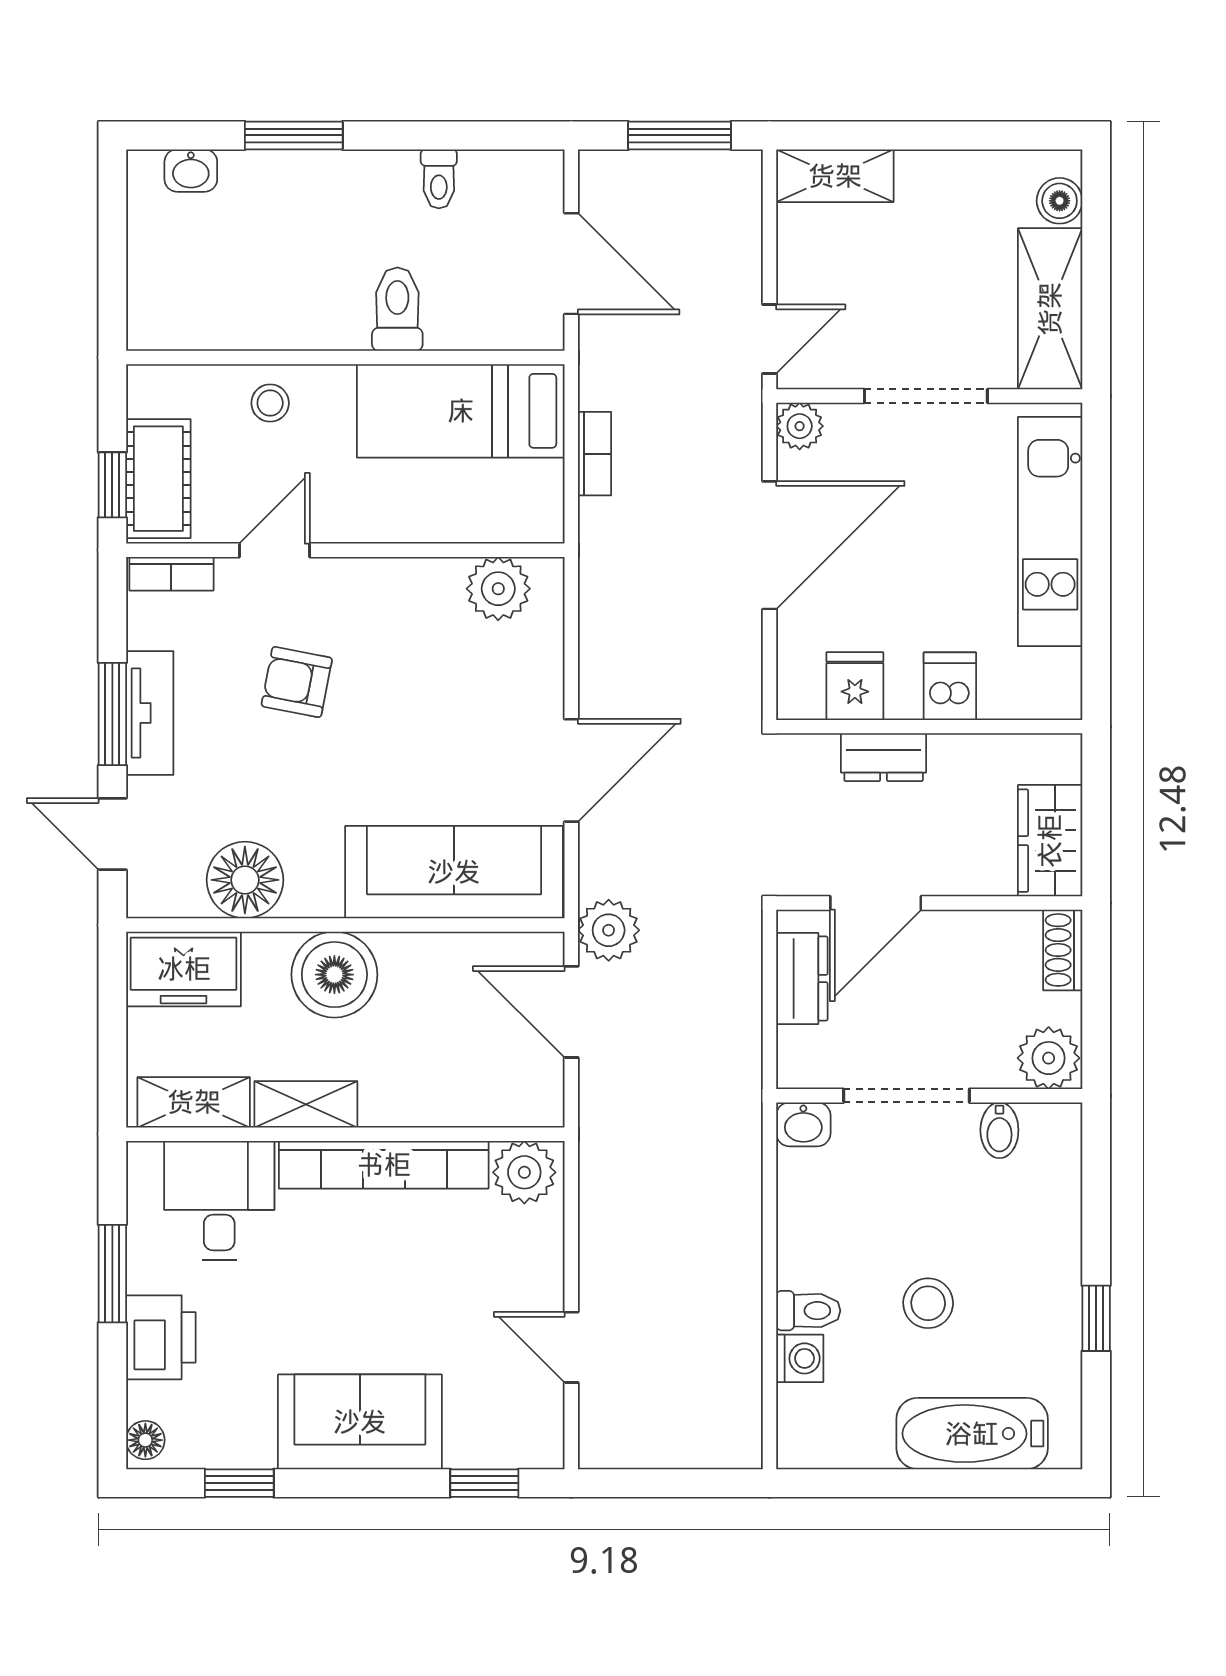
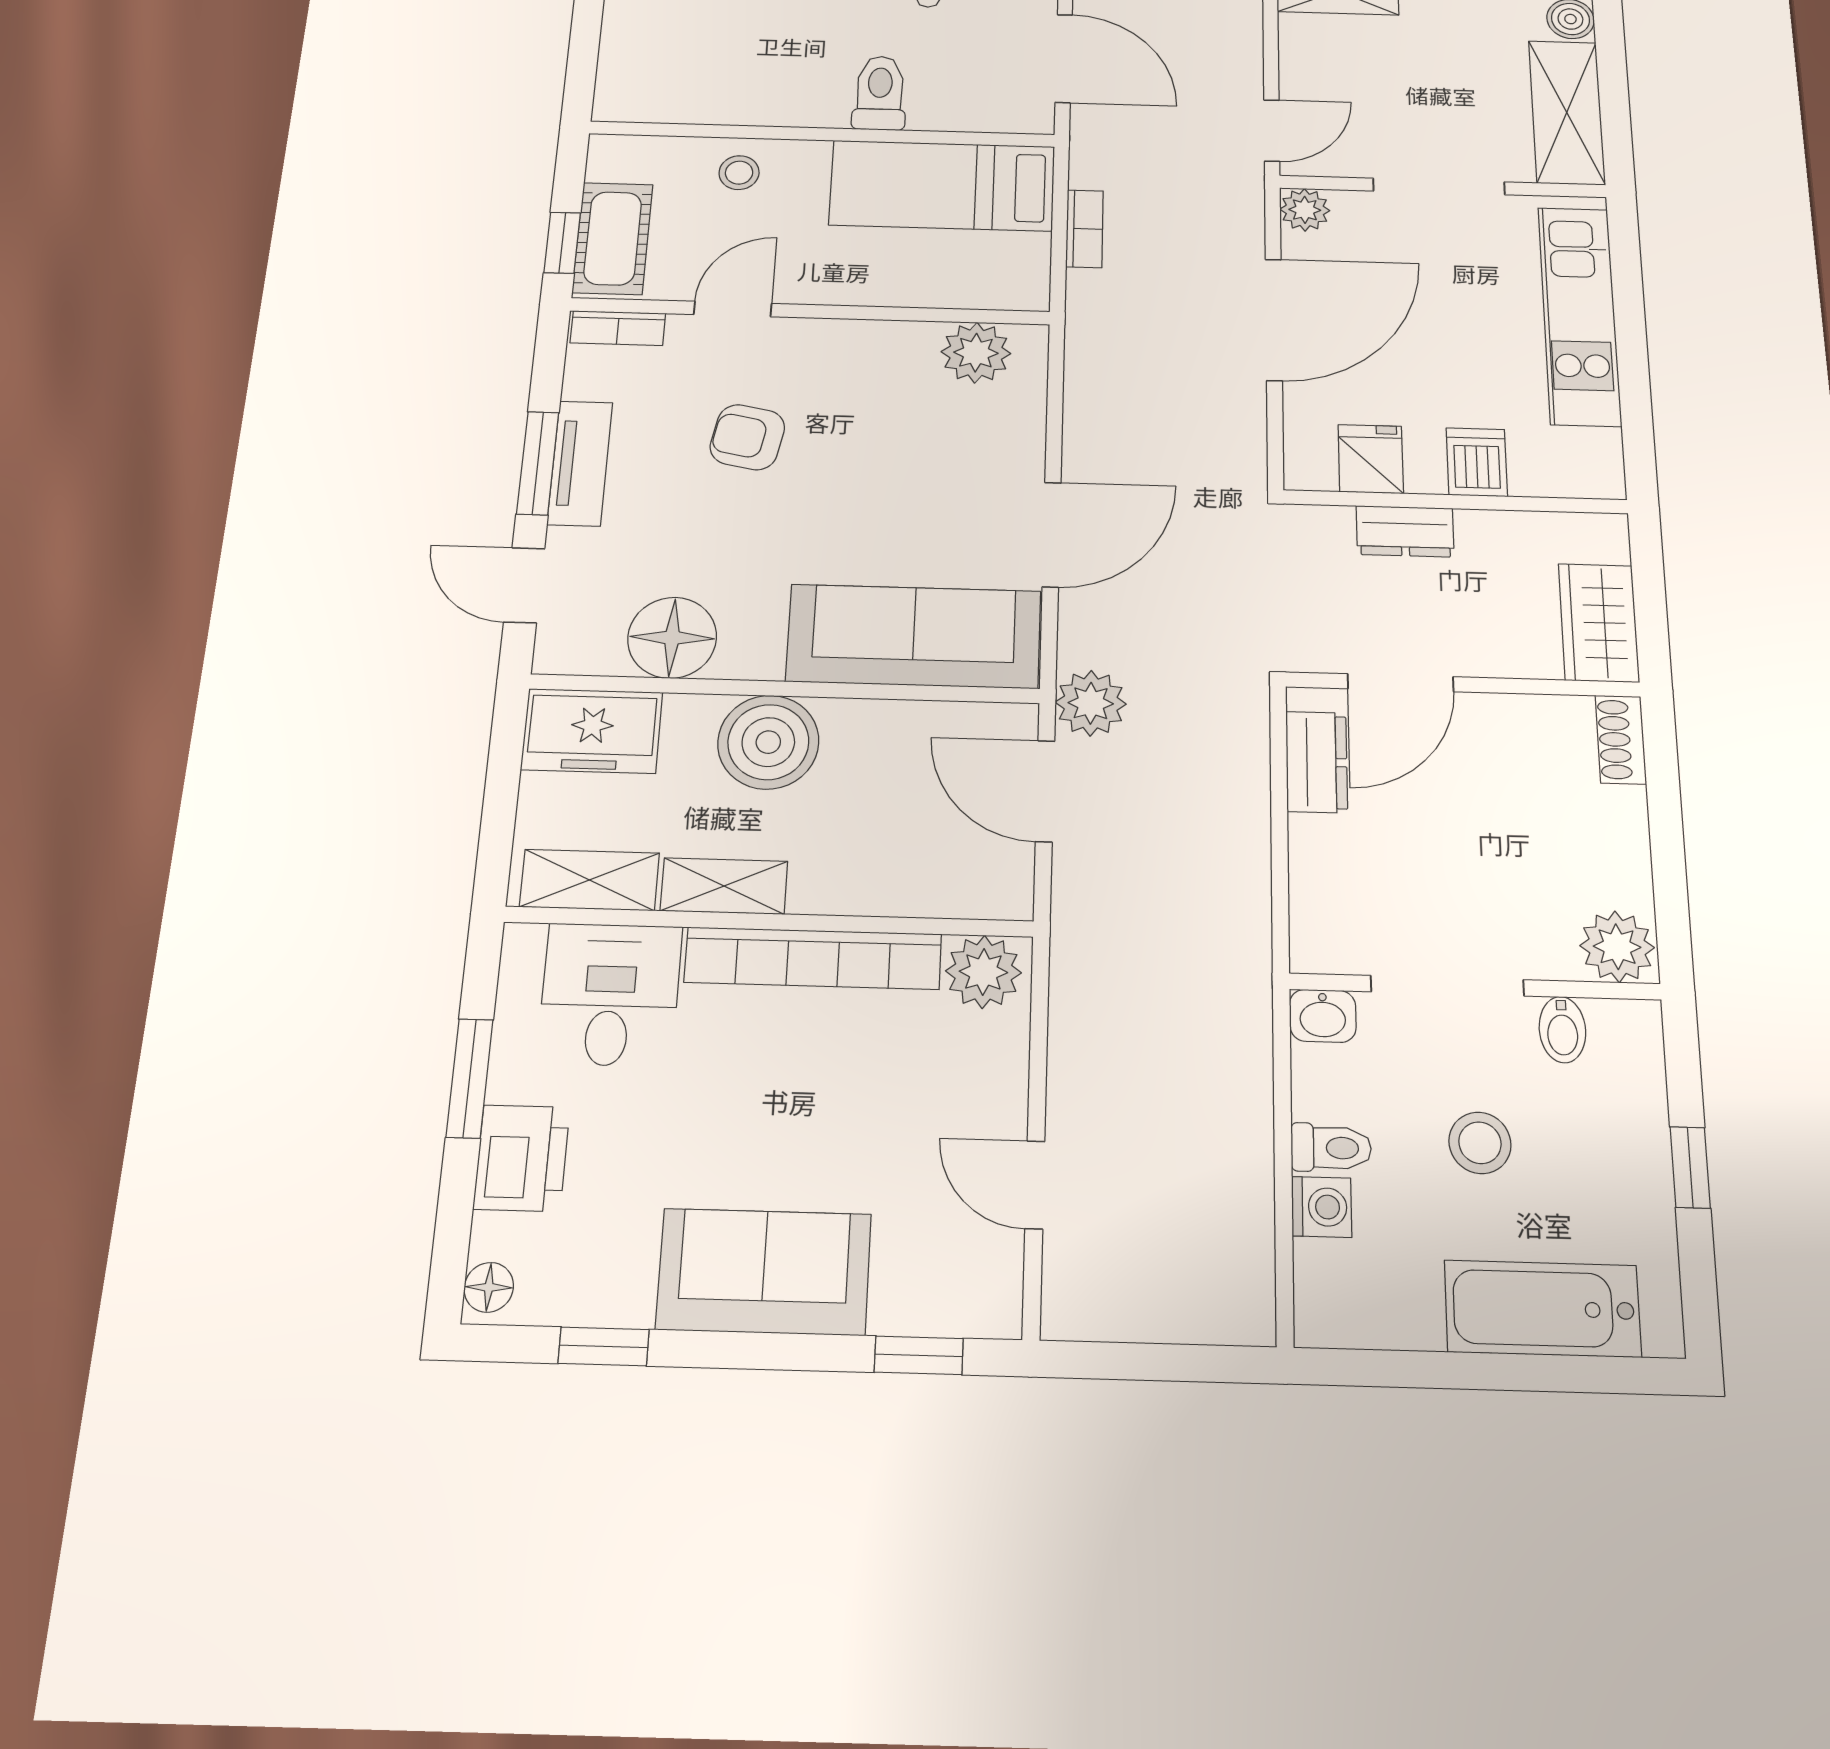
plant: (1049, 1058) -> (1617, 947), moved
doorway: (906, 1096) -> (1447, 986), moved
wall: (929, 1096) -> (1475, 986), moved
washbasin: (803, 1124) -> (1323, 1016), moved
bidet: (999, 1130) -> (1562, 1030), moved

